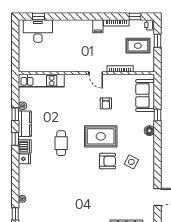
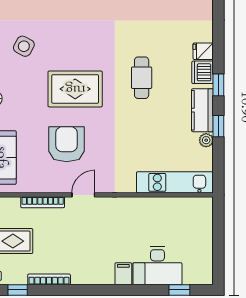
filing cabinet: (98, 26) -> (123, 274), moved
desk: (38, 31) -> (157, 266), moved
door: (96, 73) -> (83, 195), hinge flipped
armchair: (106, 103) -> (67, 144), width x1.88, depth x1.88
armchair: (108, 161) -> (64, 48), removed

